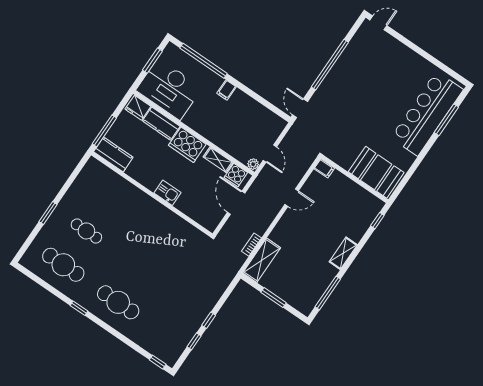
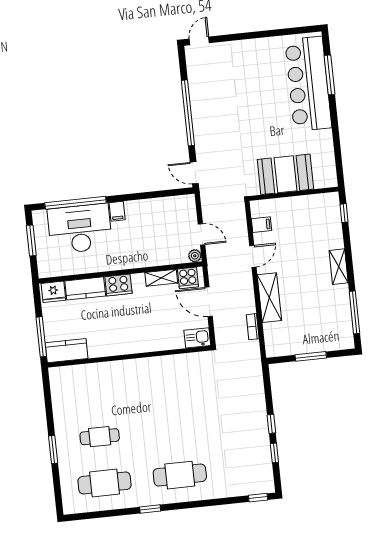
desk: (169, 89) -> (80, 229), moved, turned 180
cooker: (187, 145) -> (118, 285), width x0.73, depth x0.76
filing cabinet: (324, 168) -> (261, 225), moved
booth: (376, 172) -> (285, 174), moved
kitchen sink: (167, 193) -> (197, 338), moved
shelving: (262, 260) -> (269, 298), moved

